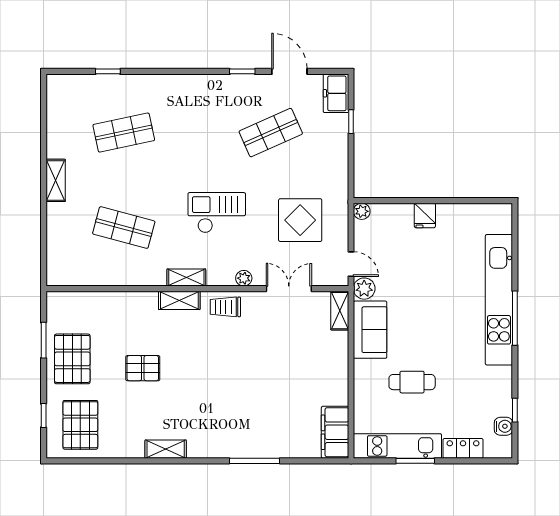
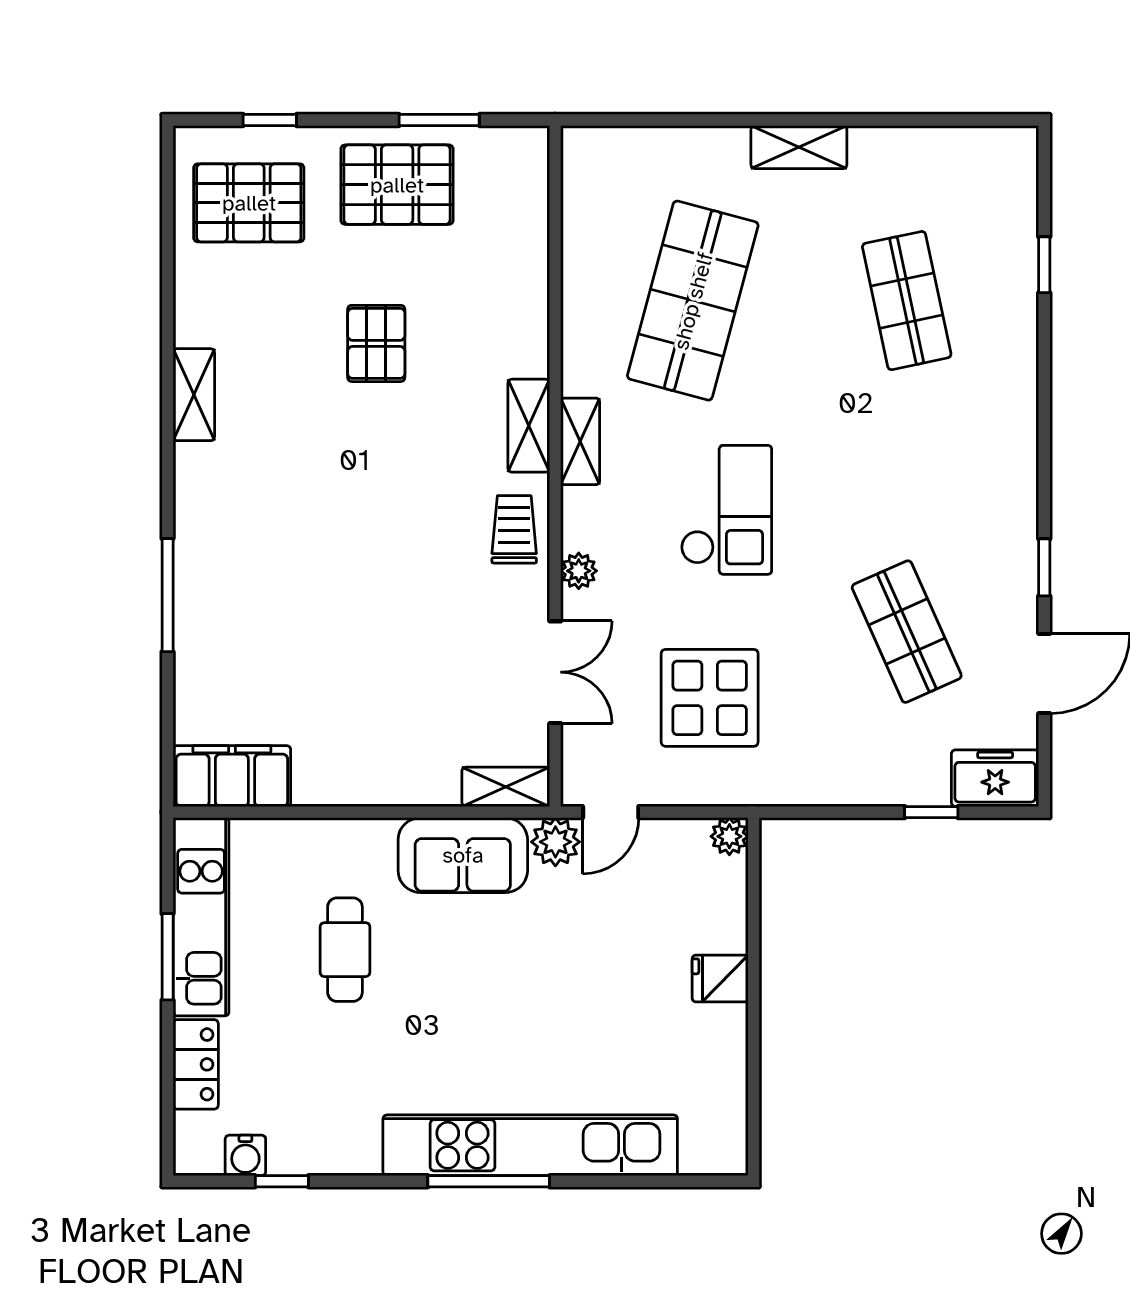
shop shelf: (124, 228) -> (693, 301), width x1.43, depth x1.36

